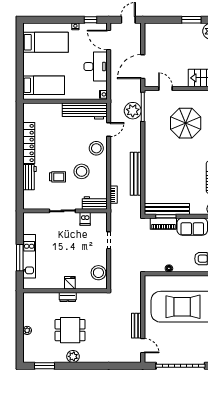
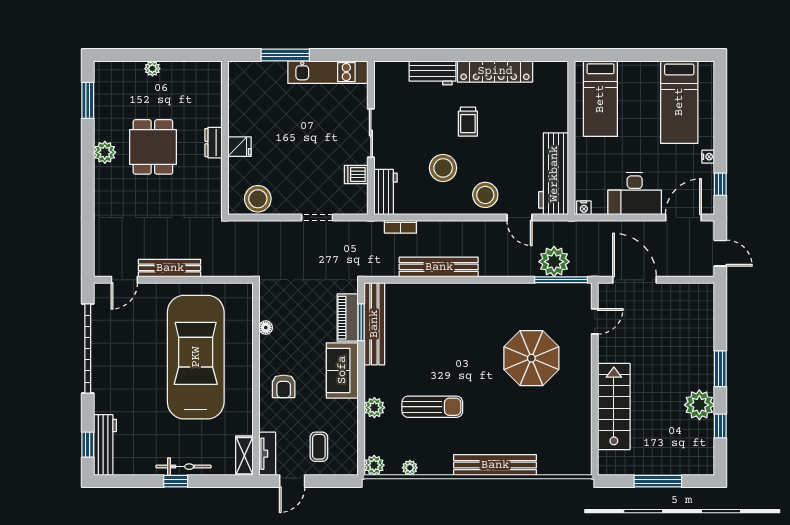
trolley: (58, 177) -> (468, 122), moved
kitchen unit: (29, 256) -> (328, 72), moved
bench: (136, 326) -> (170, 268), width x1.36

